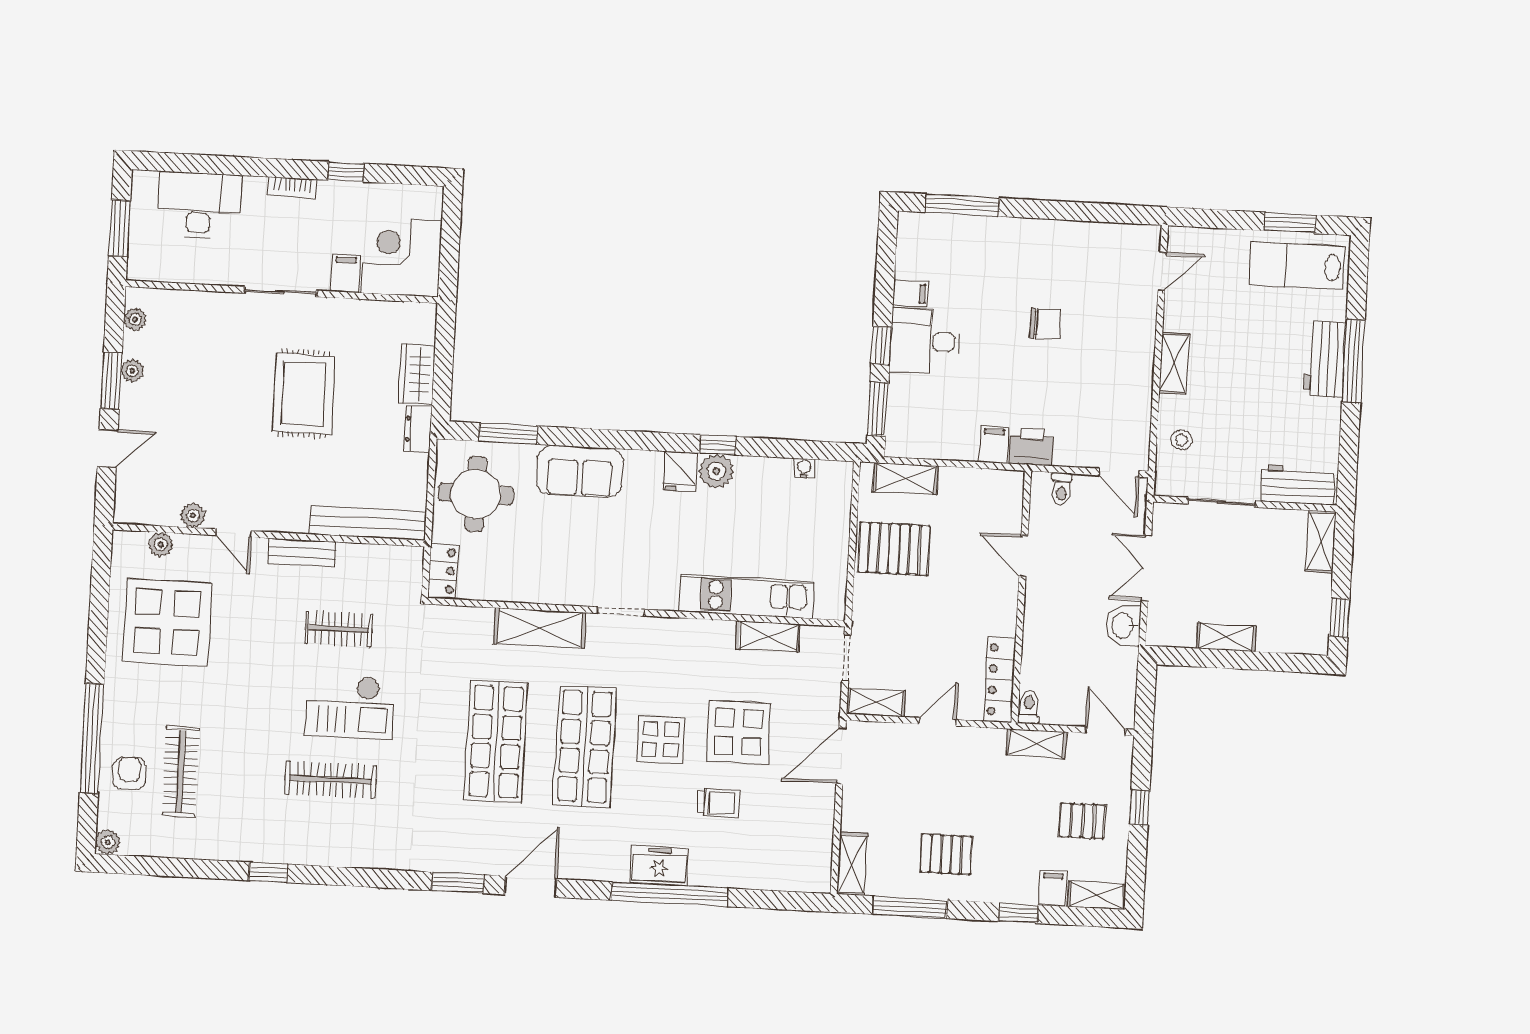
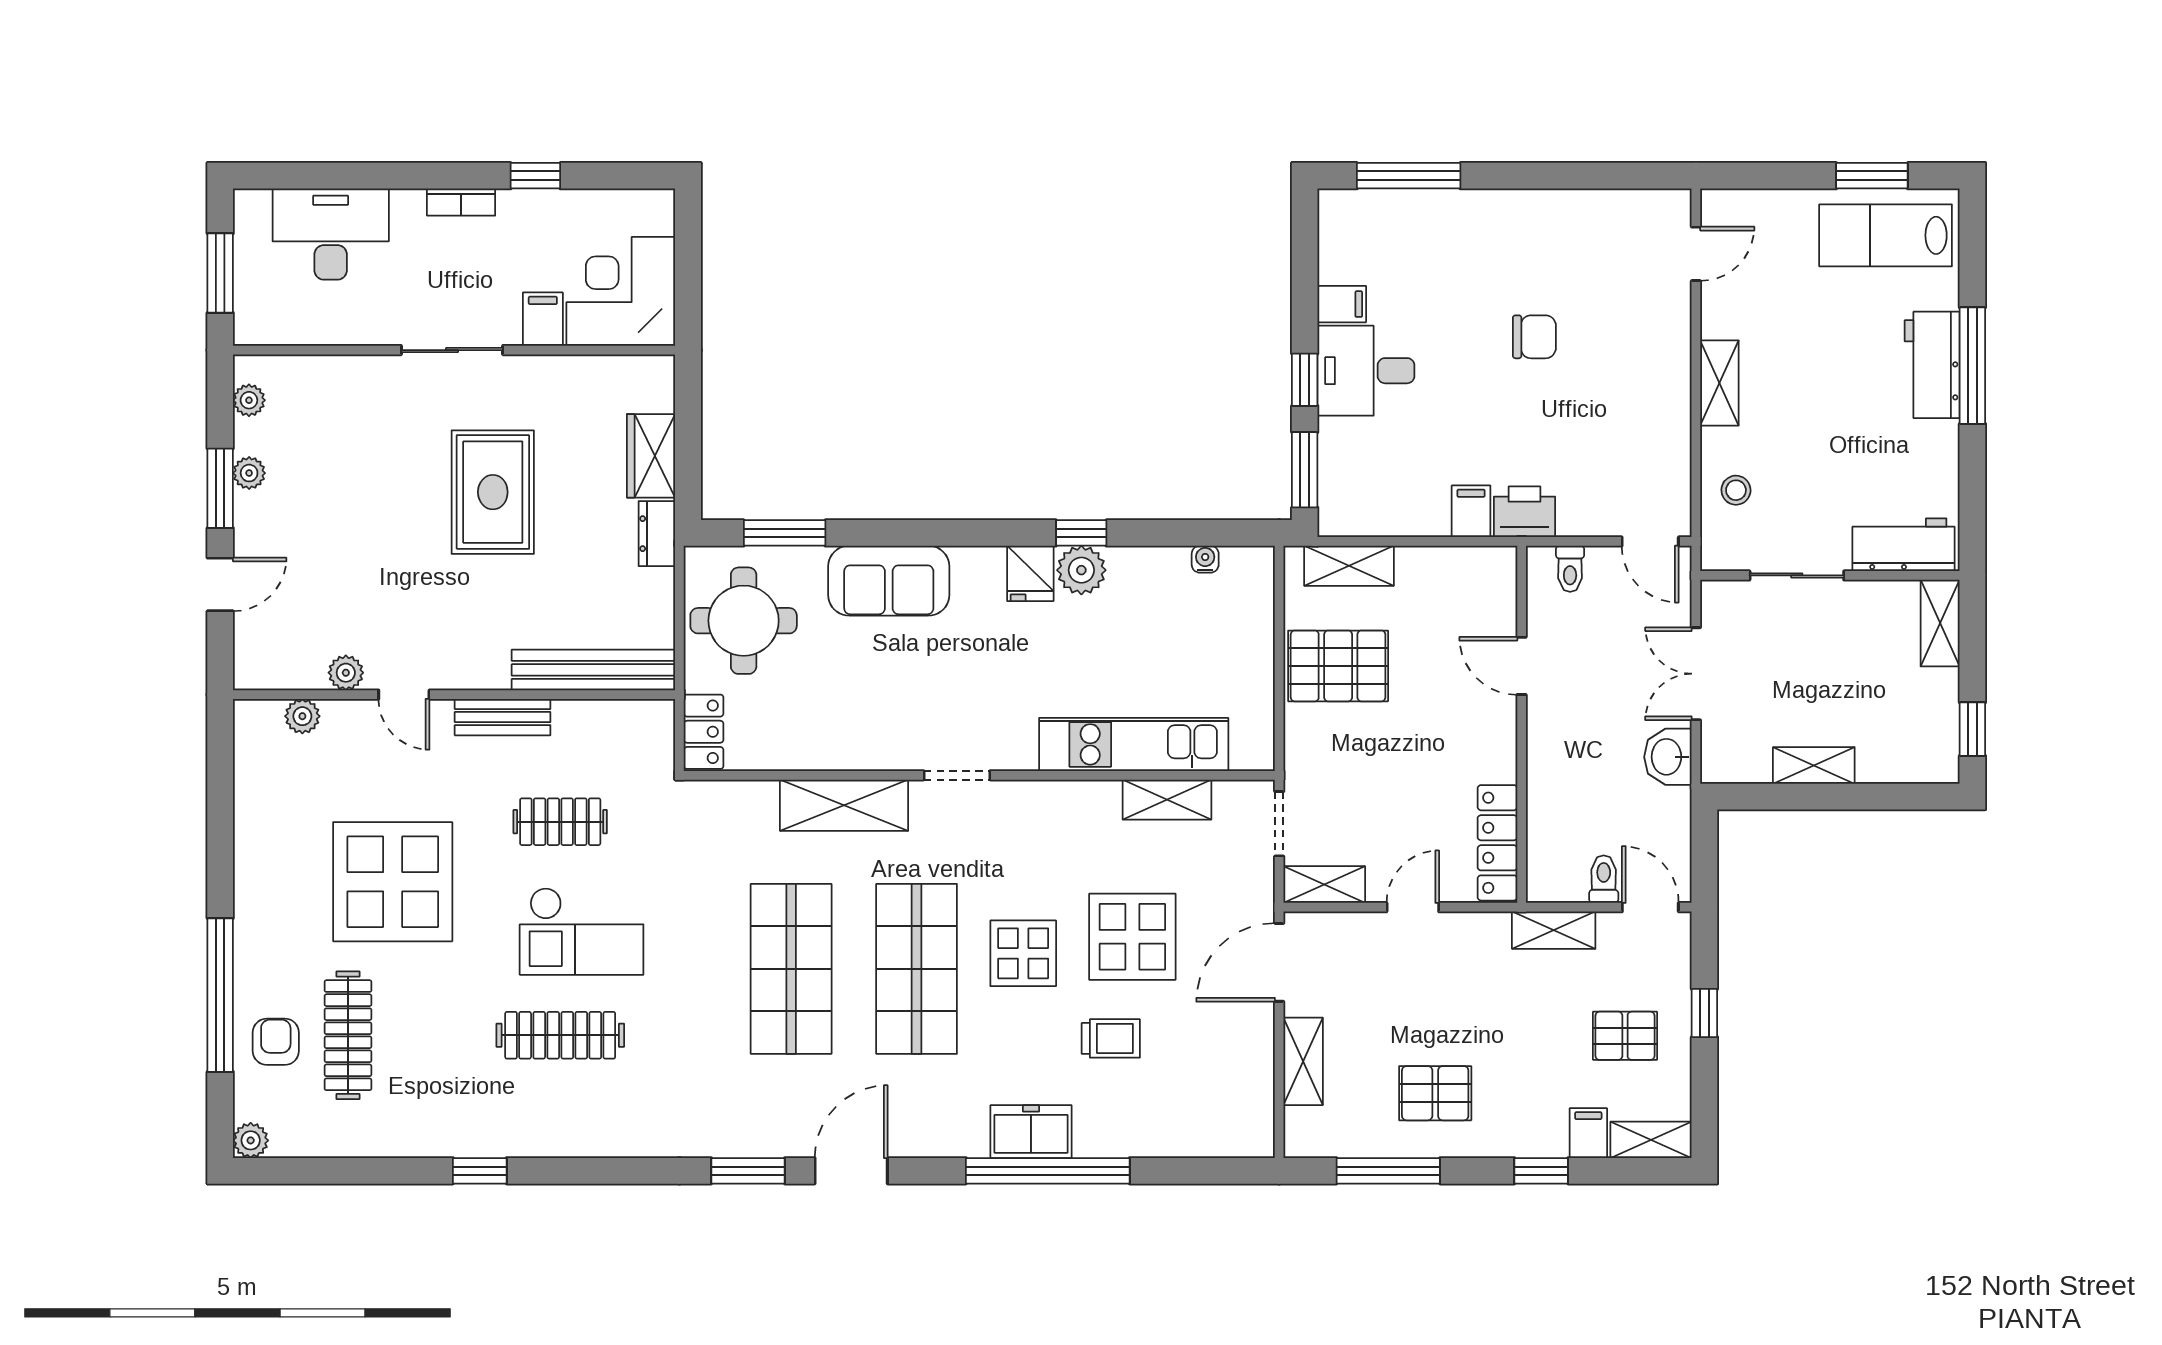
display table: (167, 622) -> (393, 882), moved
toilet: (1029, 707) -> (1604, 879), moved
shelving: (852, 864) -> (1303, 1061), moved

